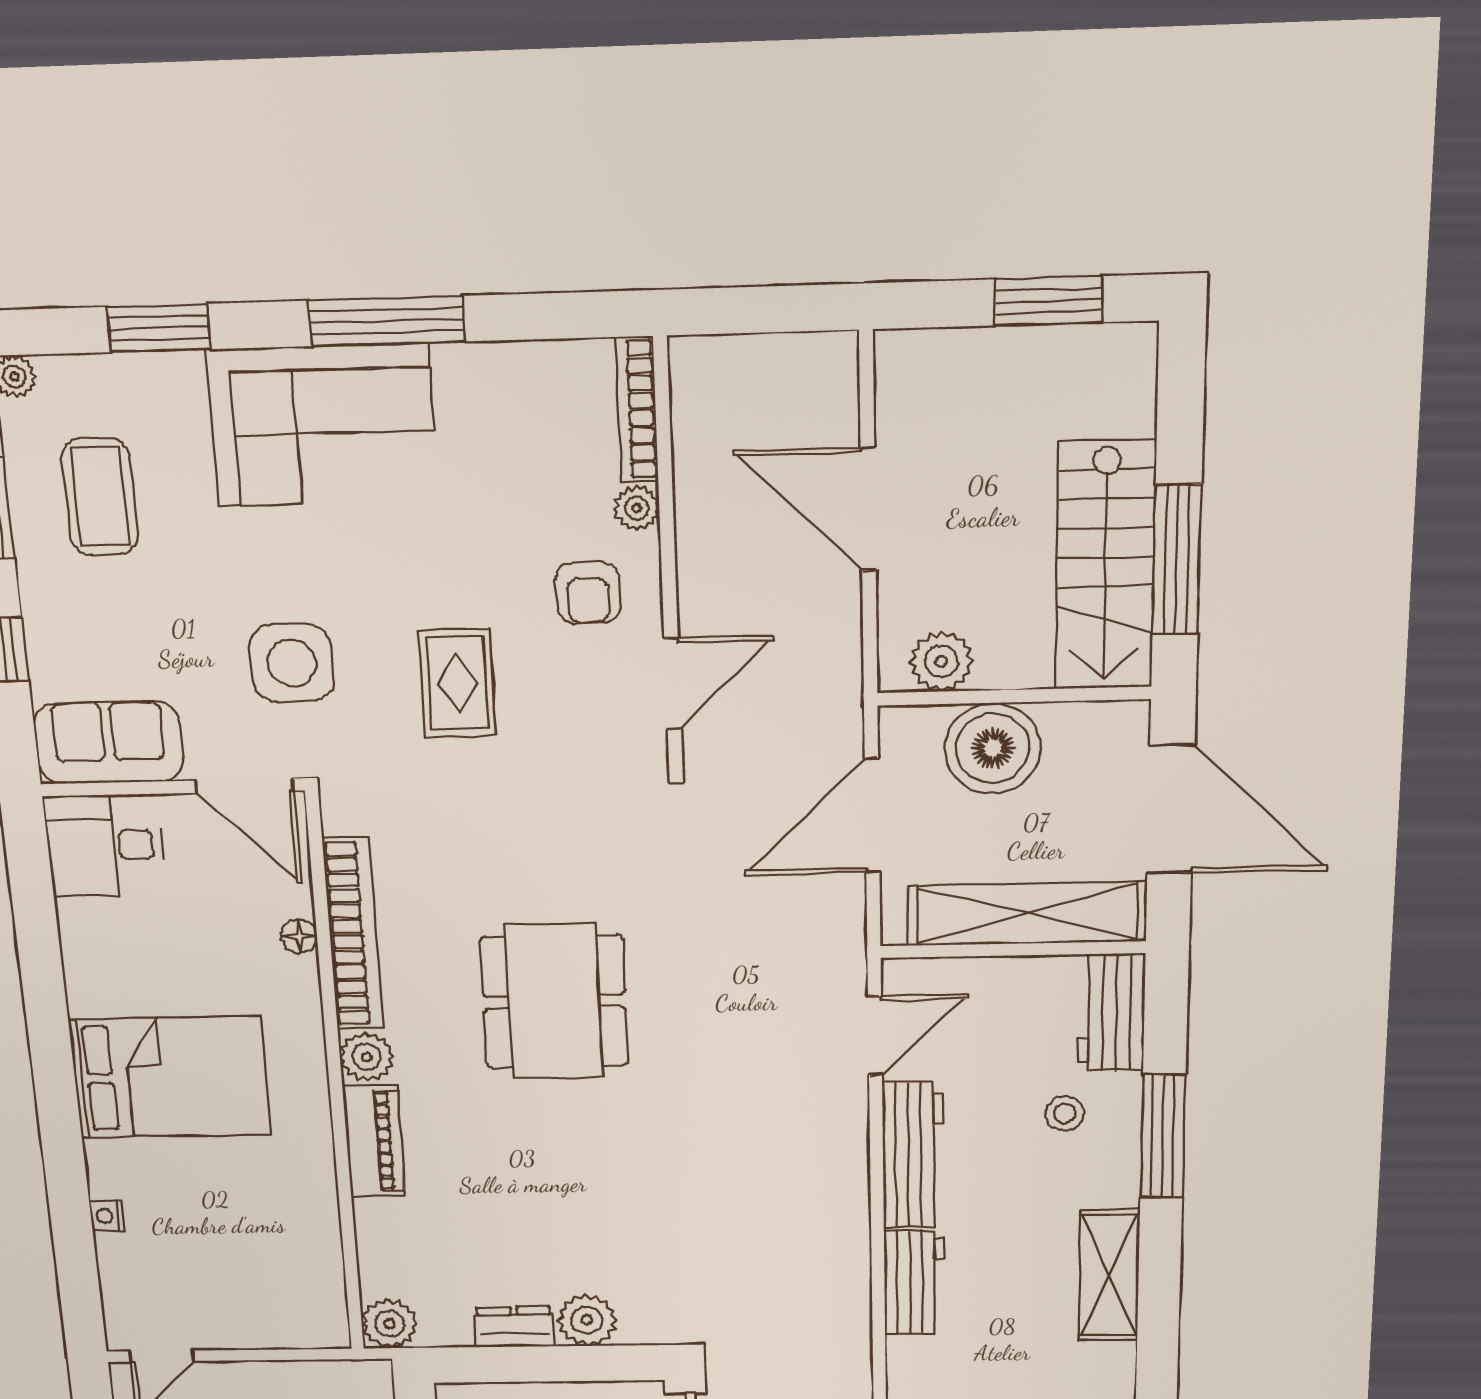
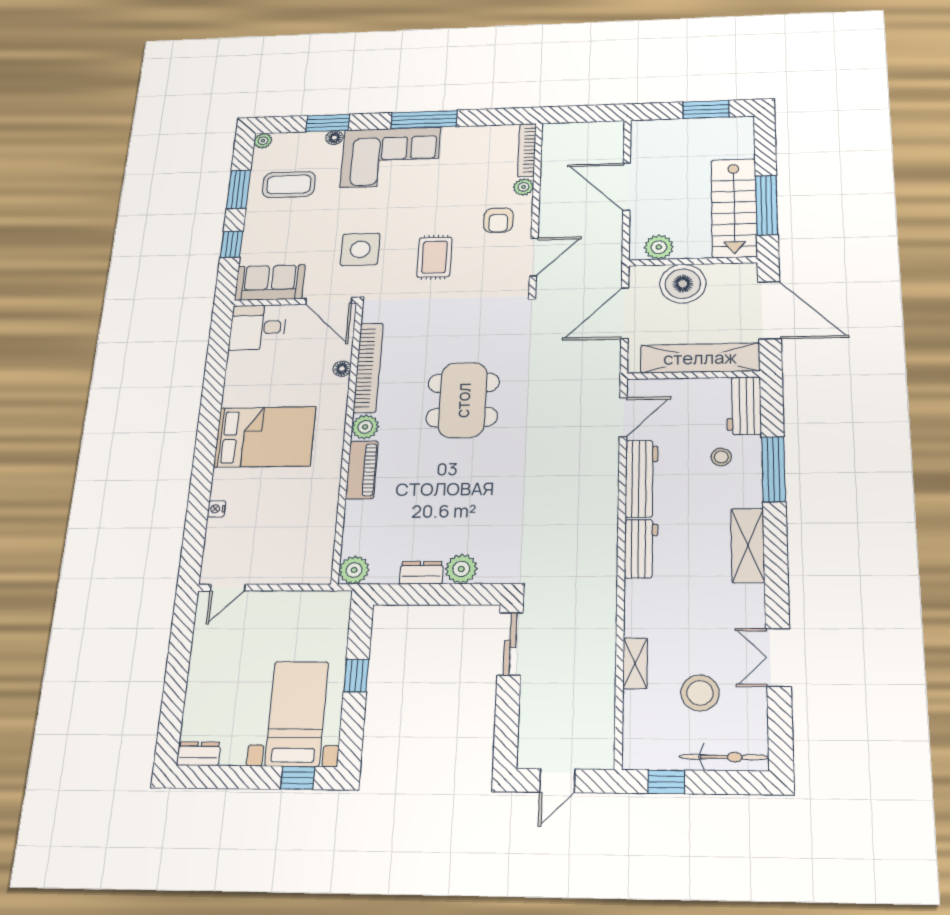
floor lamp: (182, 370) -> (334, 138), added
coffee table: (100, 497) -> (289, 185), turned 90

